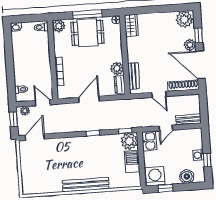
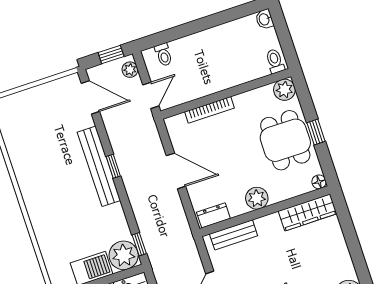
window: (87, 14) -> (316, 132), width x0.46
wardrobe: (131, 25) -> (308, 212), width x1.50
plant: (117, 68) -> (257, 198), moved
window: (93, 133) -> (113, 166), moved
bench: (86, 185) -> (99, 166), moved

